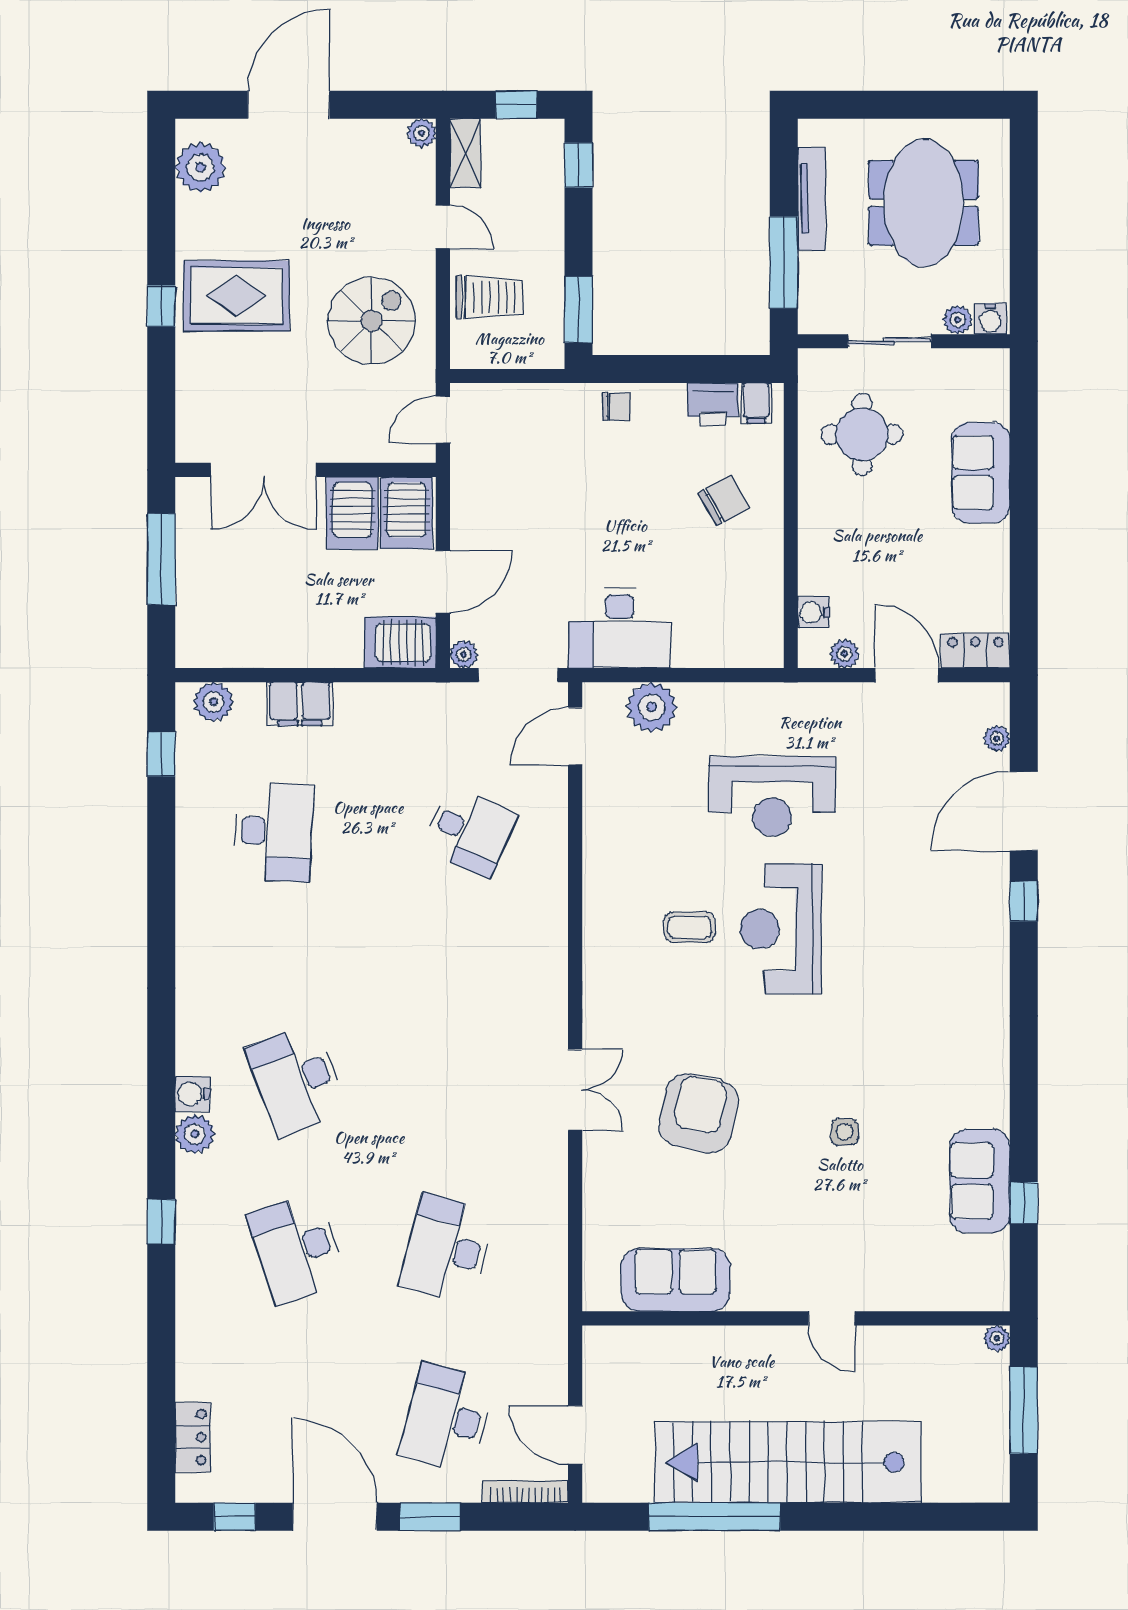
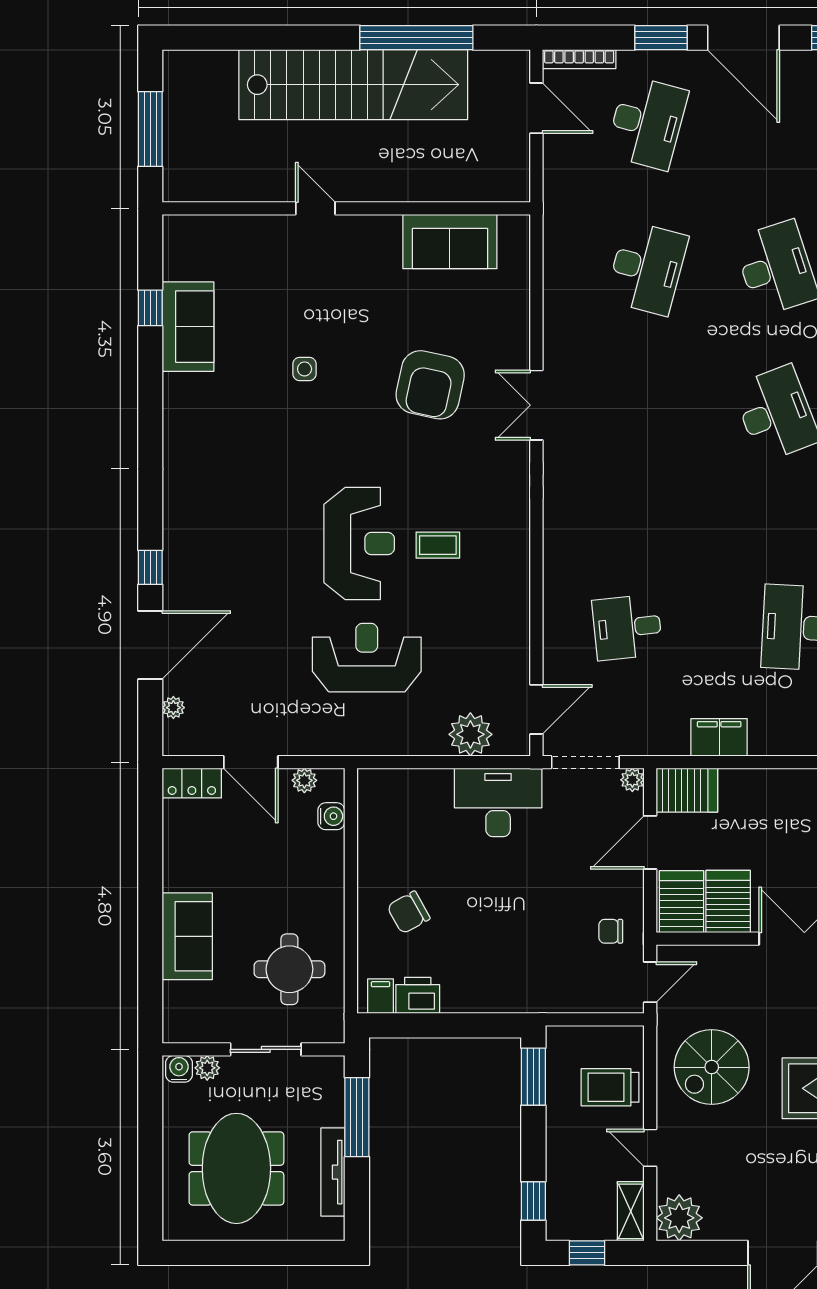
plant: (422, 133) -> (679, 1218), width x1.88, depth x1.88
chair: (616, 407) -> (611, 931), moved
filing cabinet: (300, 704) -> (719, 737), moved
desk: (470, 832) -> (627, 627), turned -30
plant: (997, 1338) -> (173, 191), removed

